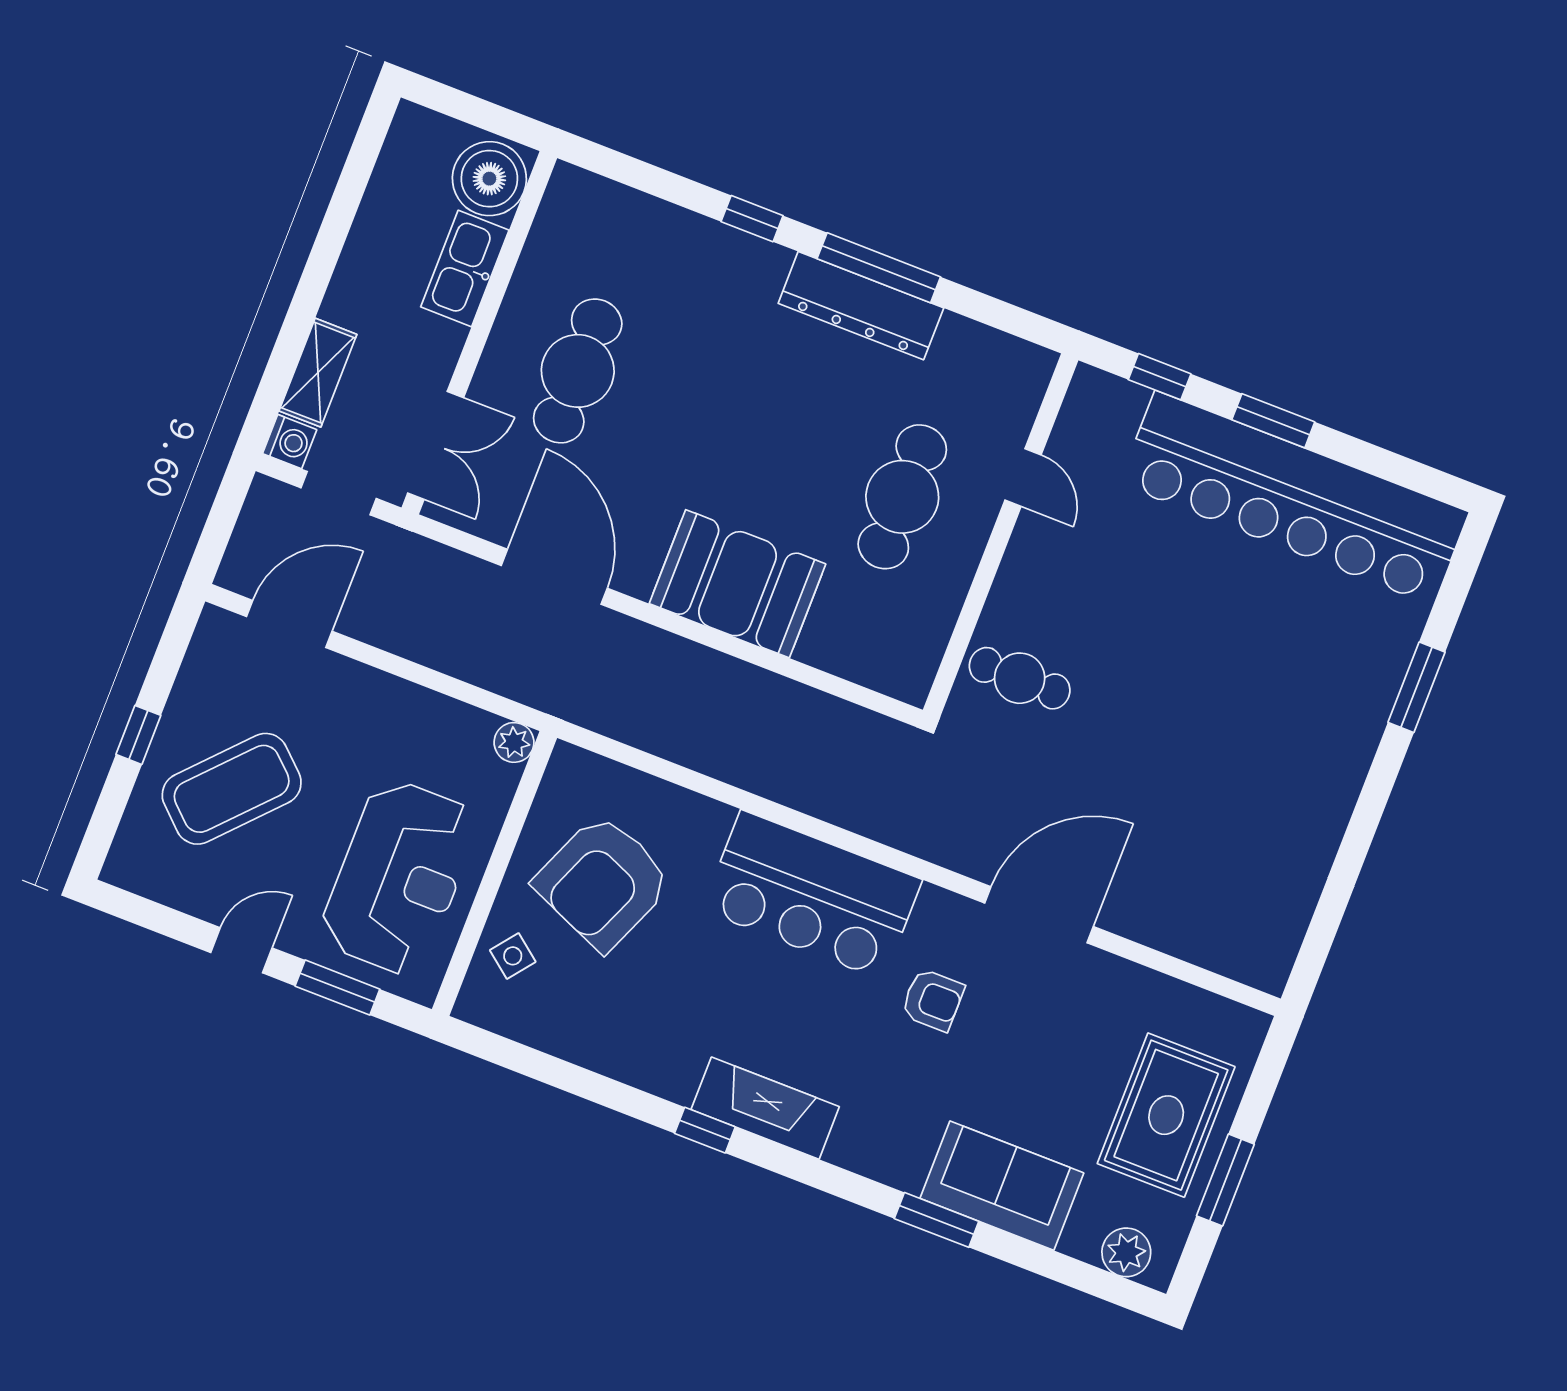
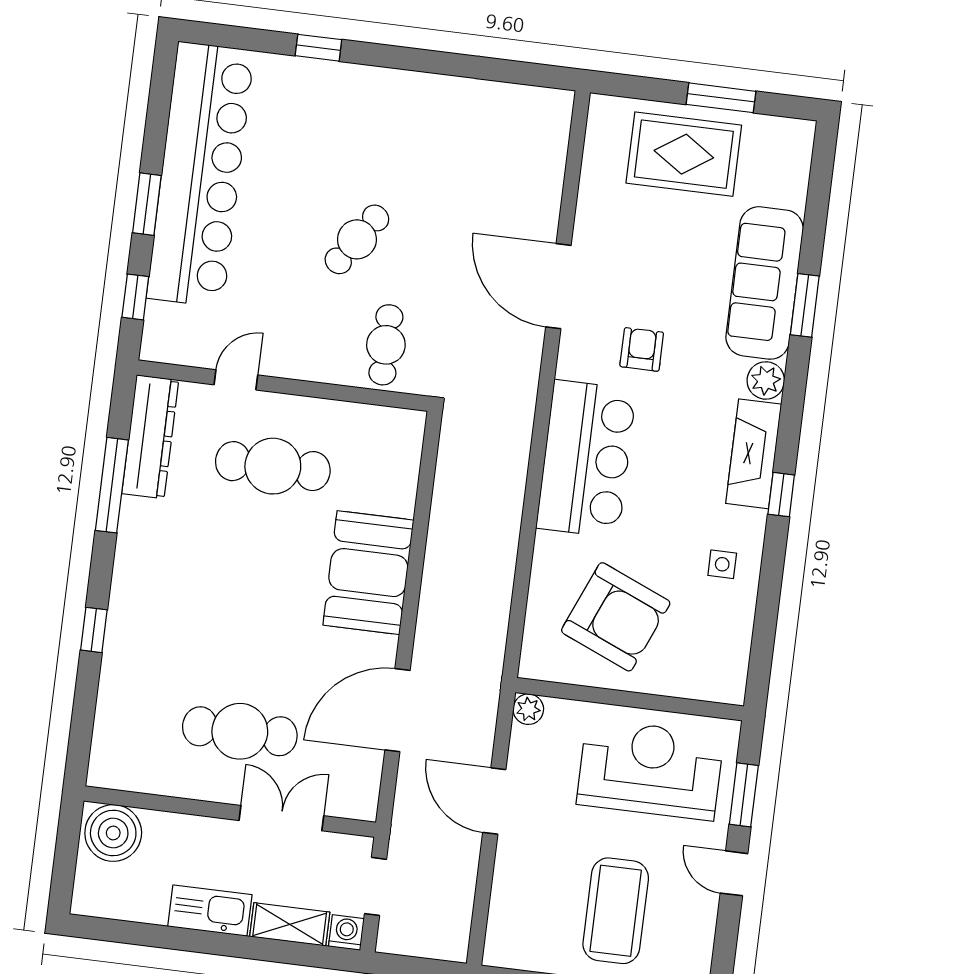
window: (879, 268) -> (112, 485), moved
kitchen sink: (465, 269) -> (210, 911), moved, turned 180
dresser: (861, 306) -> (150, 437), moved
double door: (436, 445) -> (281, 818), moved
door: (289, 624) -> (494, 801), moved
cafe table: (1162, 675) -> (357, 239), added
window: (1417, 687) -> (318, 48), width x0.67
coffee table: (232, 789) -> (616, 911), turned 47
side table: (513, 956) -> (722, 564), moved, turned -38
sofa: (1002, 1186) -> (765, 283), width x1.36
plant: (1126, 1252) -> (766, 380), moved

